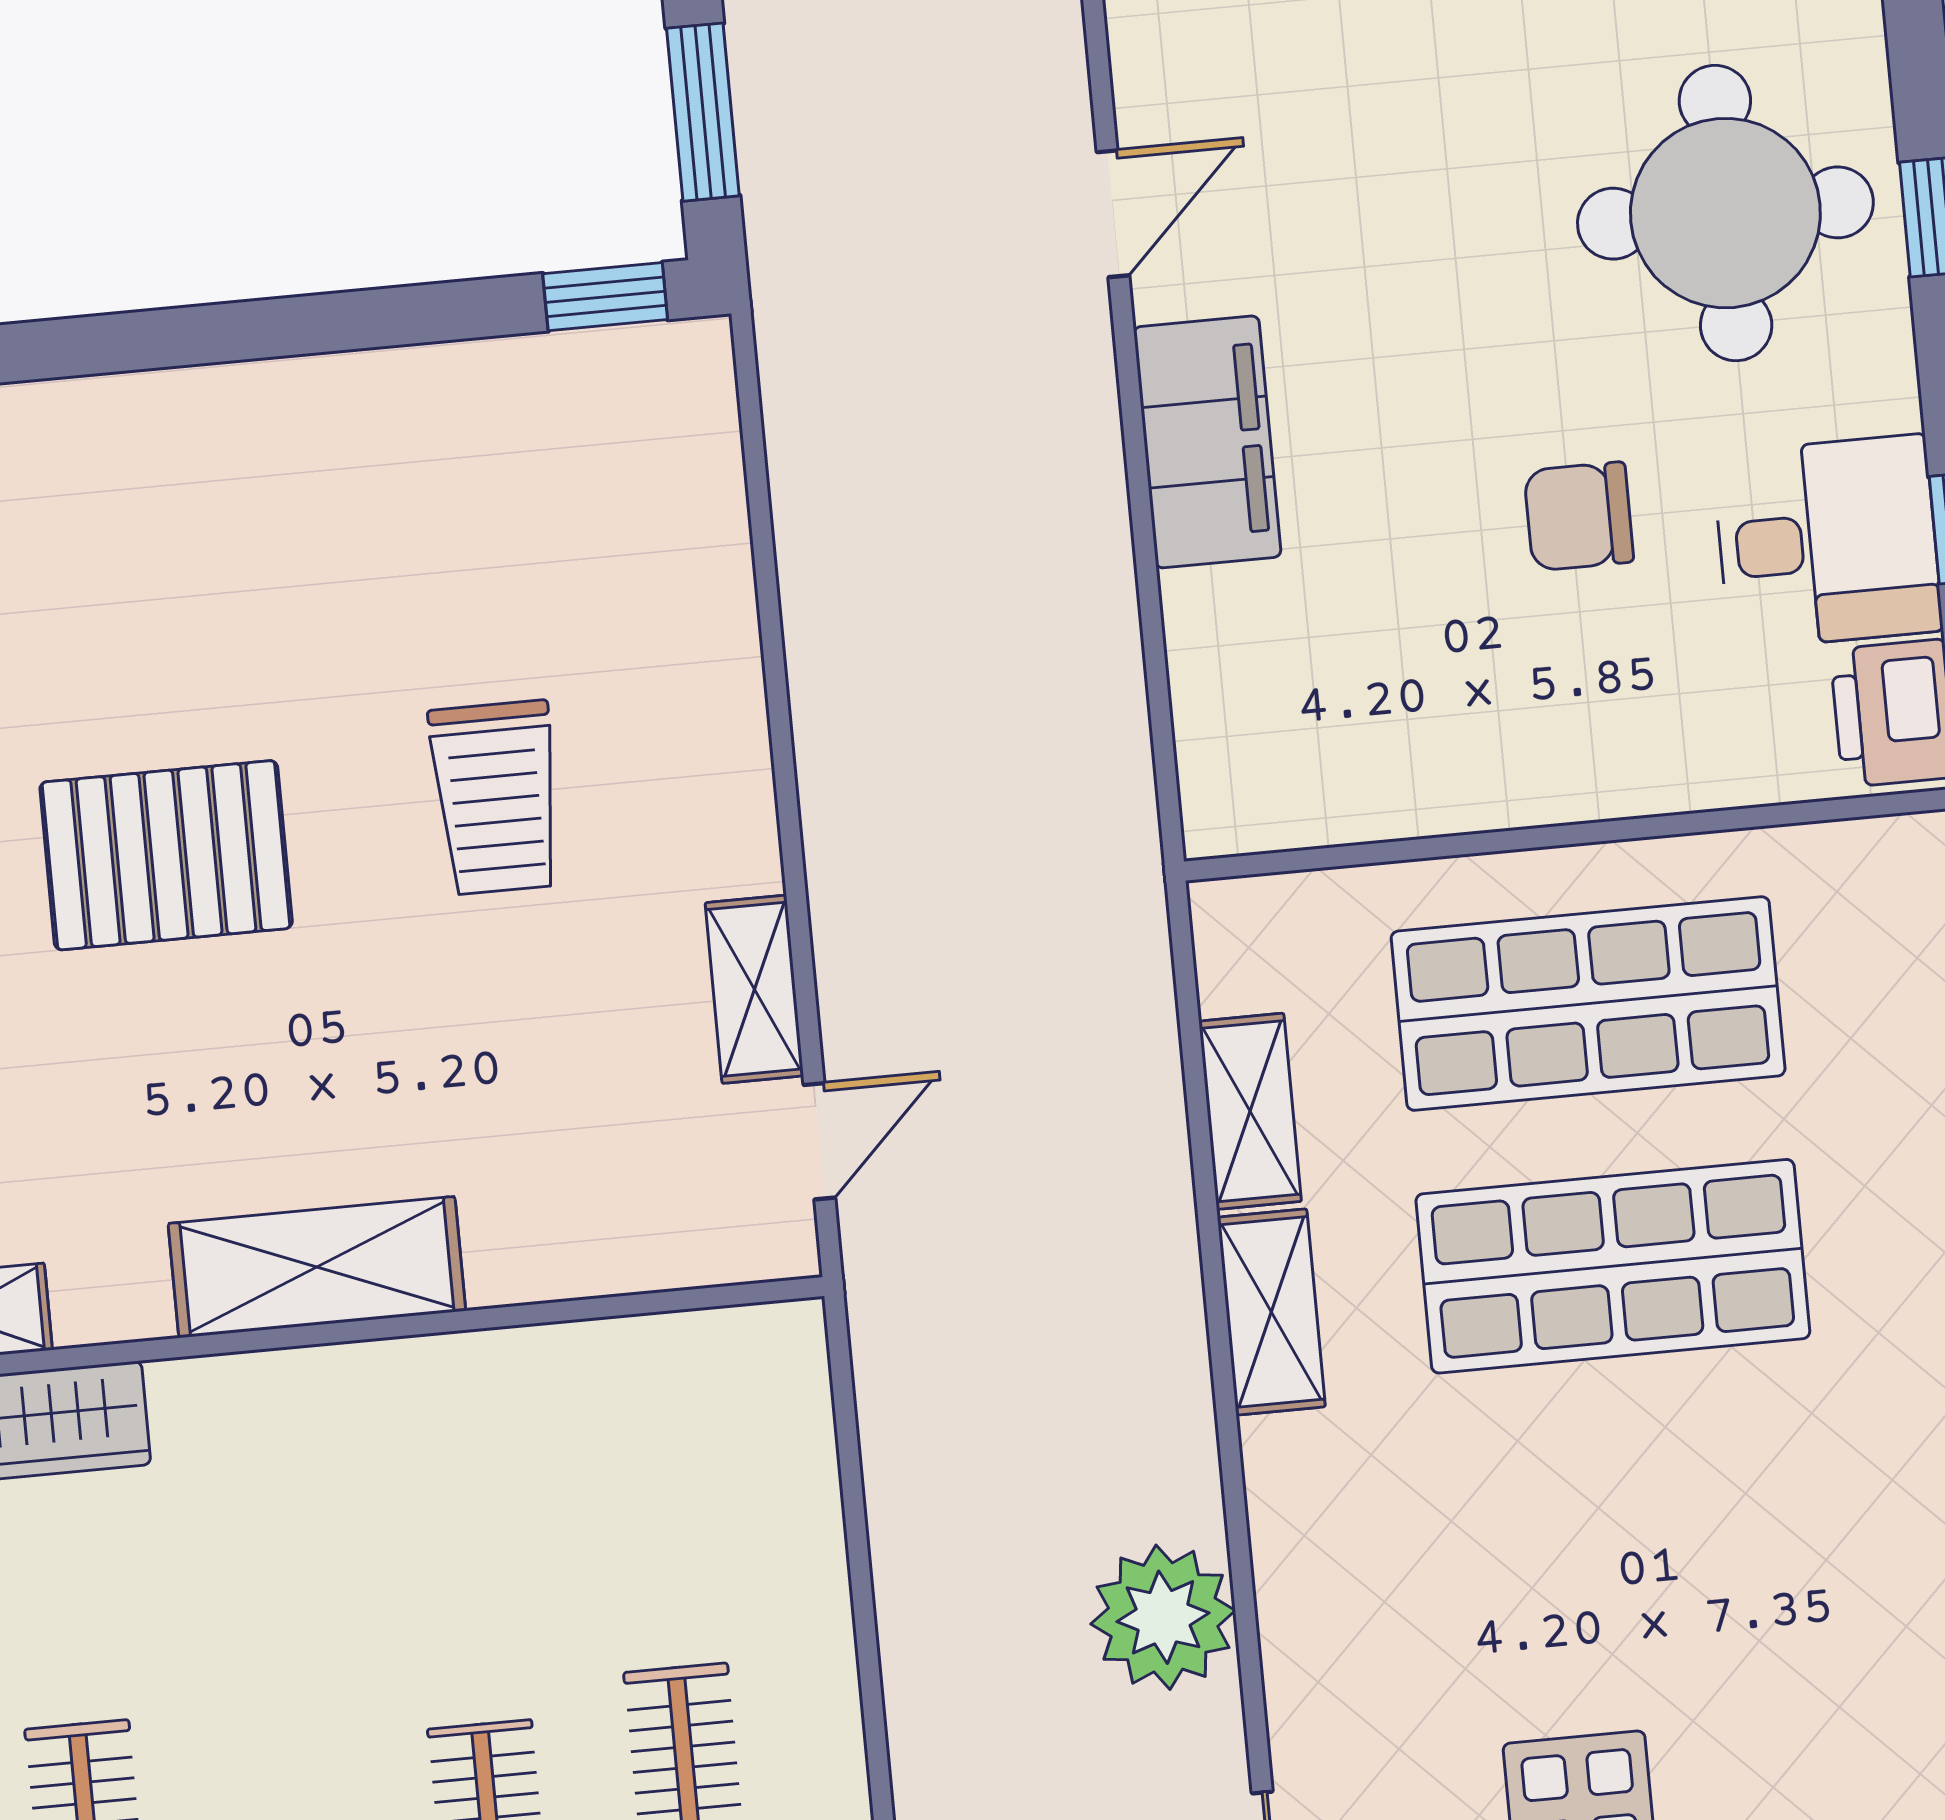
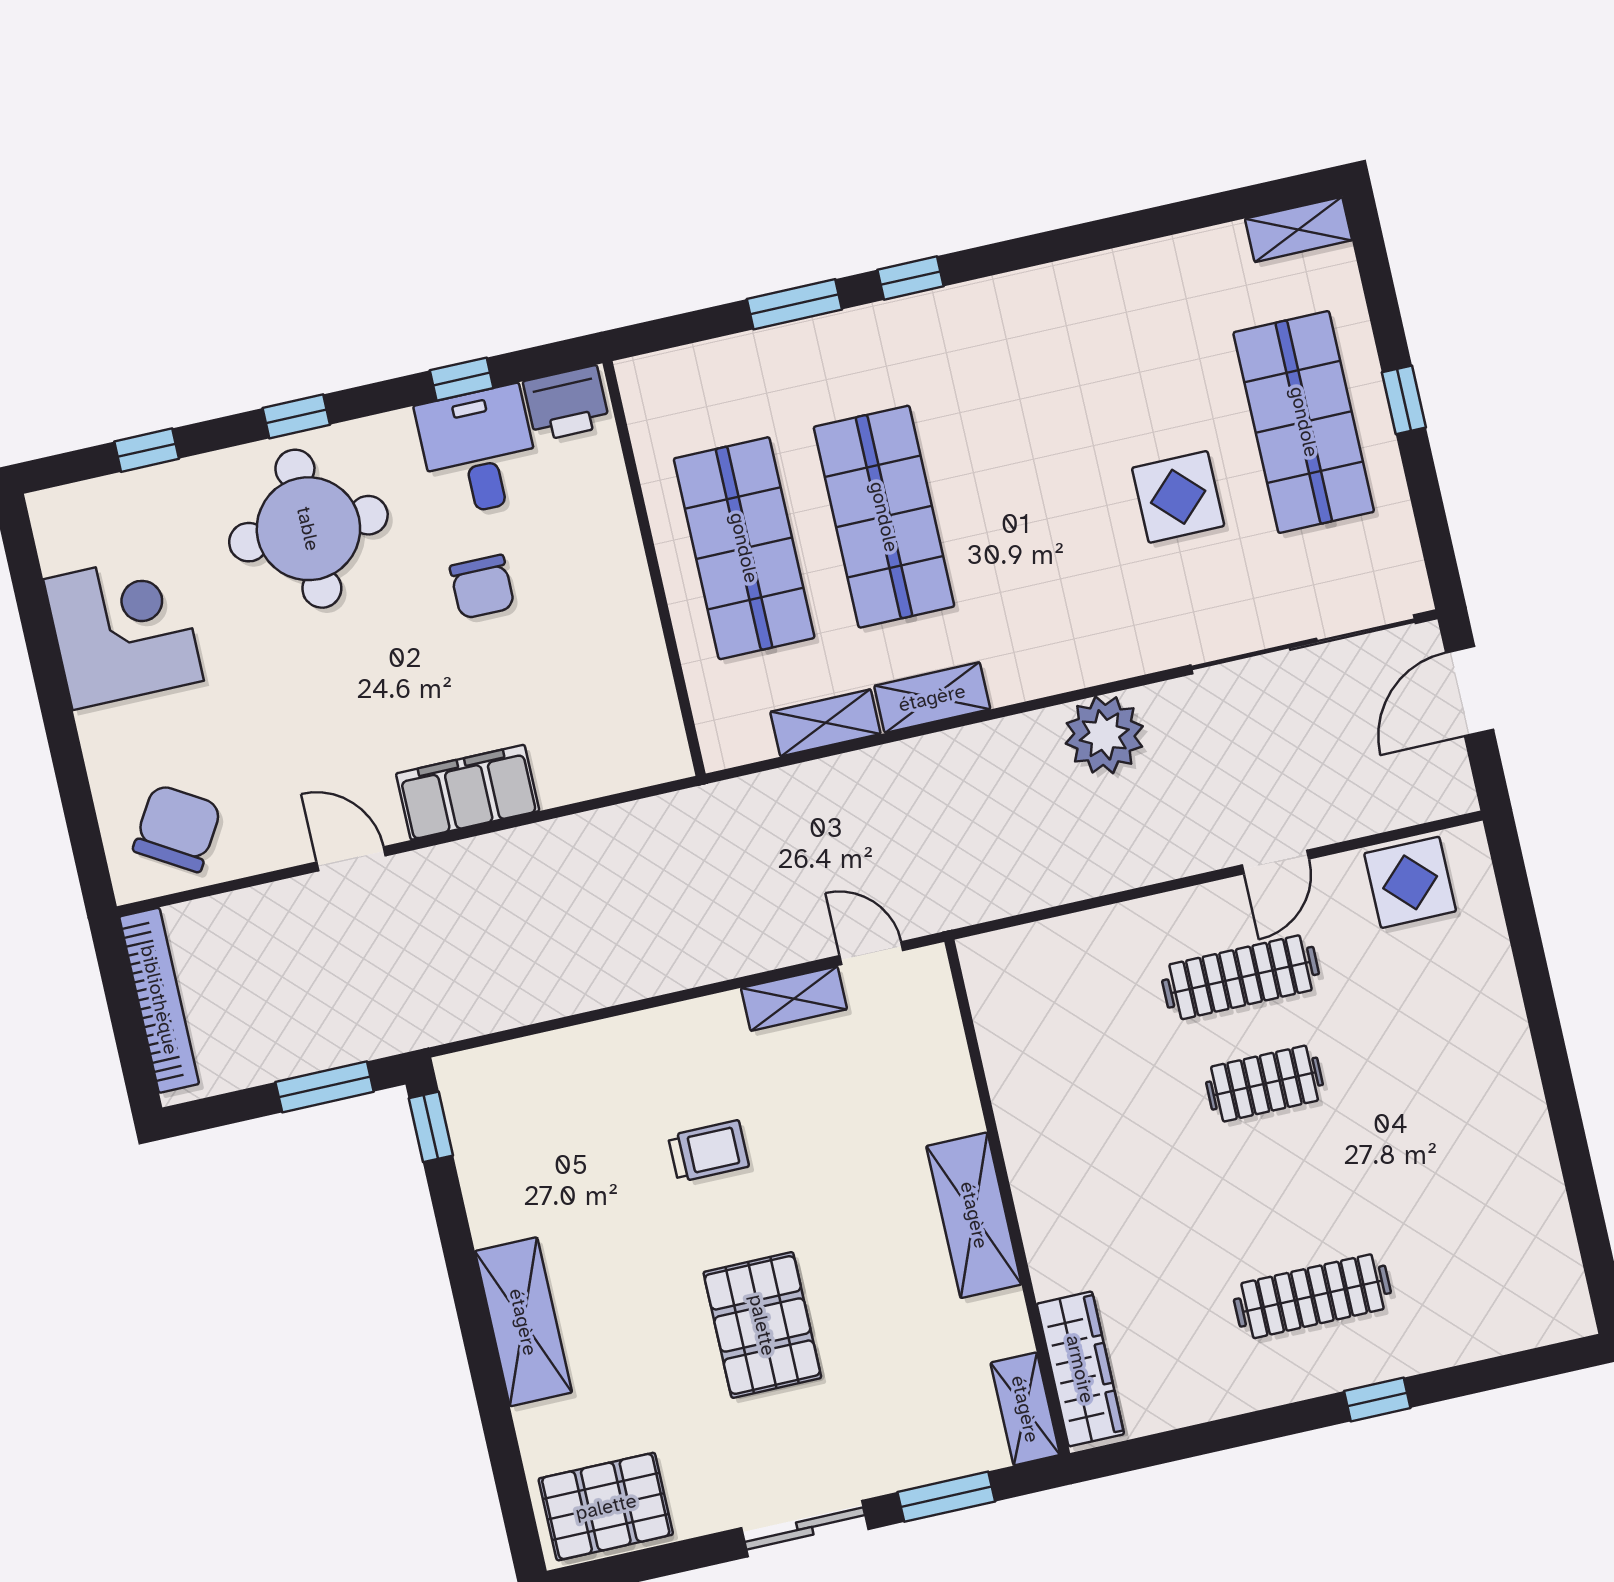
shelving: (228, 420) -> (523, 1322), added
trolley: (496, 798) -> (709, 1151), width x0.73, depth x0.72

